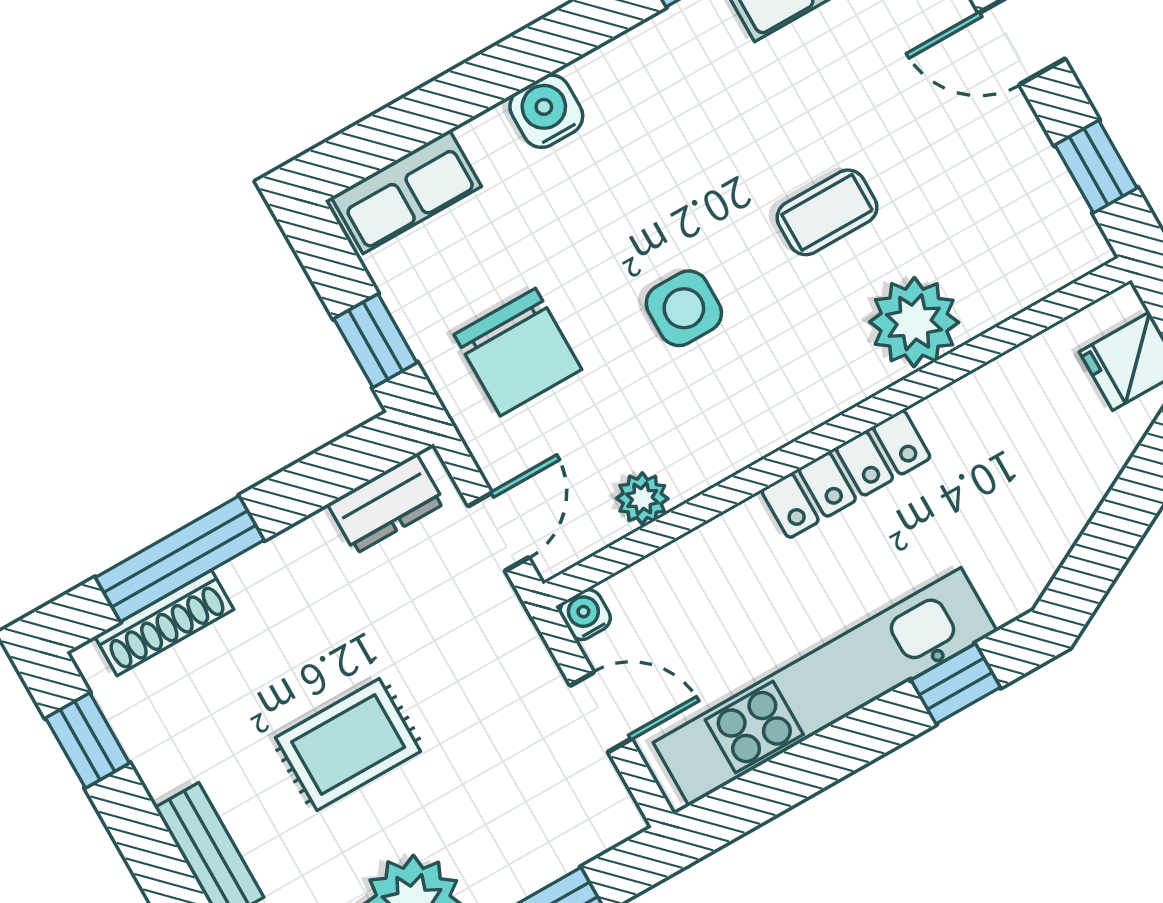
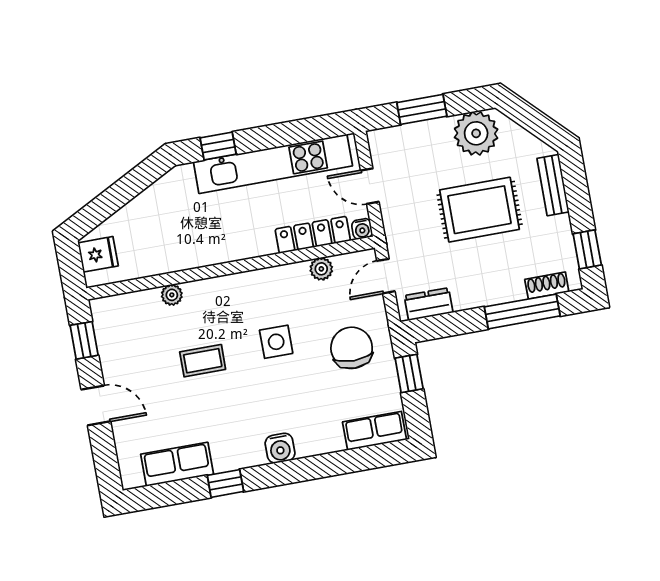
water cooler: (546, 111) -> (280, 448), moved
plant: (914, 322) -> (172, 295), width x0.53, depth x0.53
locker: (846, 474) -> (313, 235), moved
shoe rack: (164, 623) -> (547, 286), width x0.70
rug: (348, 744) -> (480, 210), width x1.36, depth x1.43

